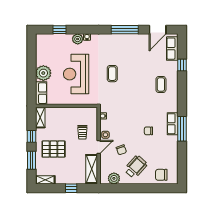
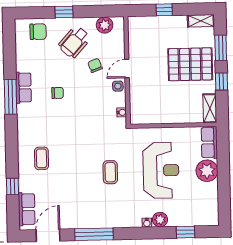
row of seats: (173, 124) -> (23, 88), moved
trolley: (82, 132) -> (150, 89), removed
pallet: (54, 149) -> (190, 64), width x1.37, depth x1.41
shelving: (92, 169) -> (136, 38), removed
window: (143, 188) -> (64, 12), added

